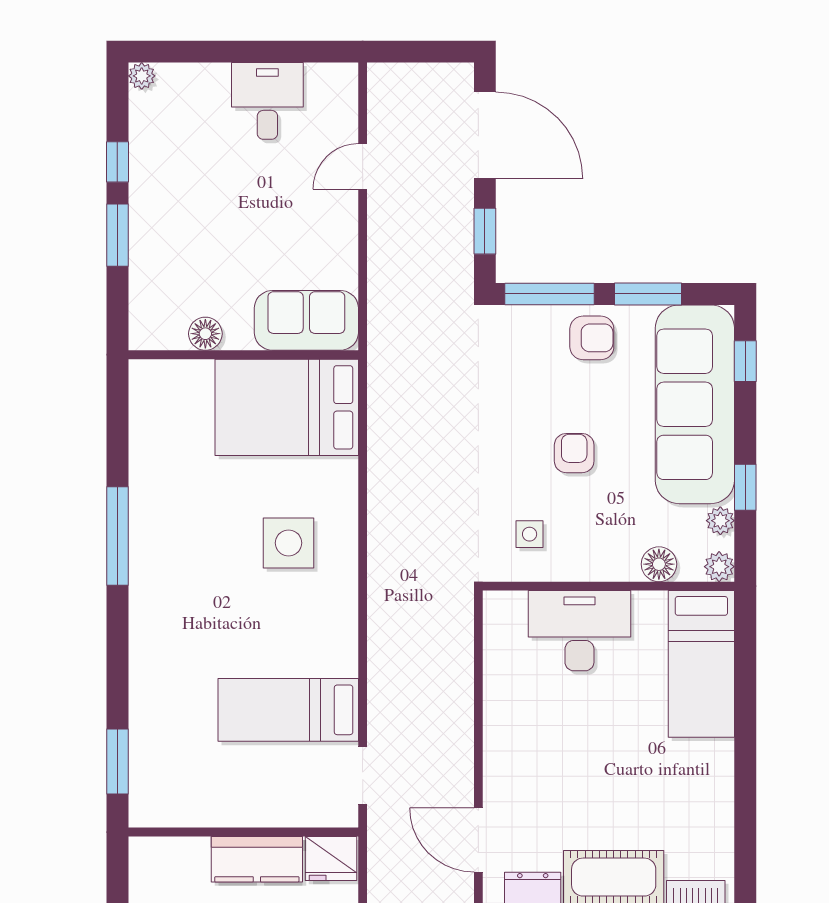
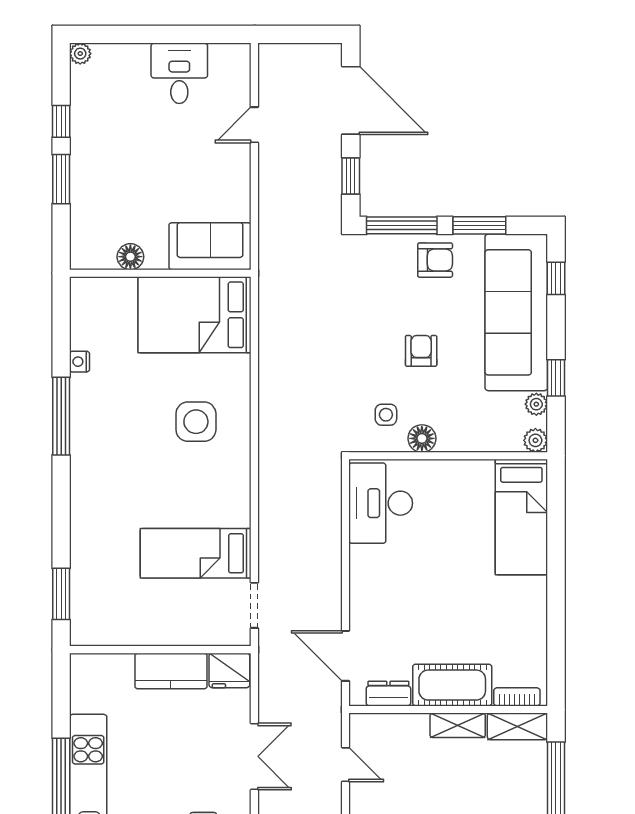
nightstand: (141, 467) -> (80, 362), added
floor lamp: (659, 564) -> (422, 438), moved
desk: (579, 631) -> (381, 503), moved, turned -90

